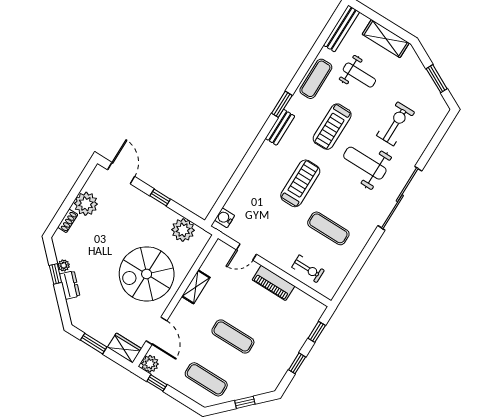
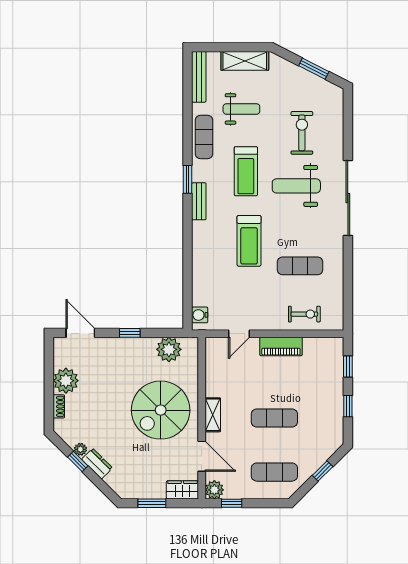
treadmill: (300, 183) -> (249, 241), turned 180
shelving: (196, 287) -> (213, 415), moved

